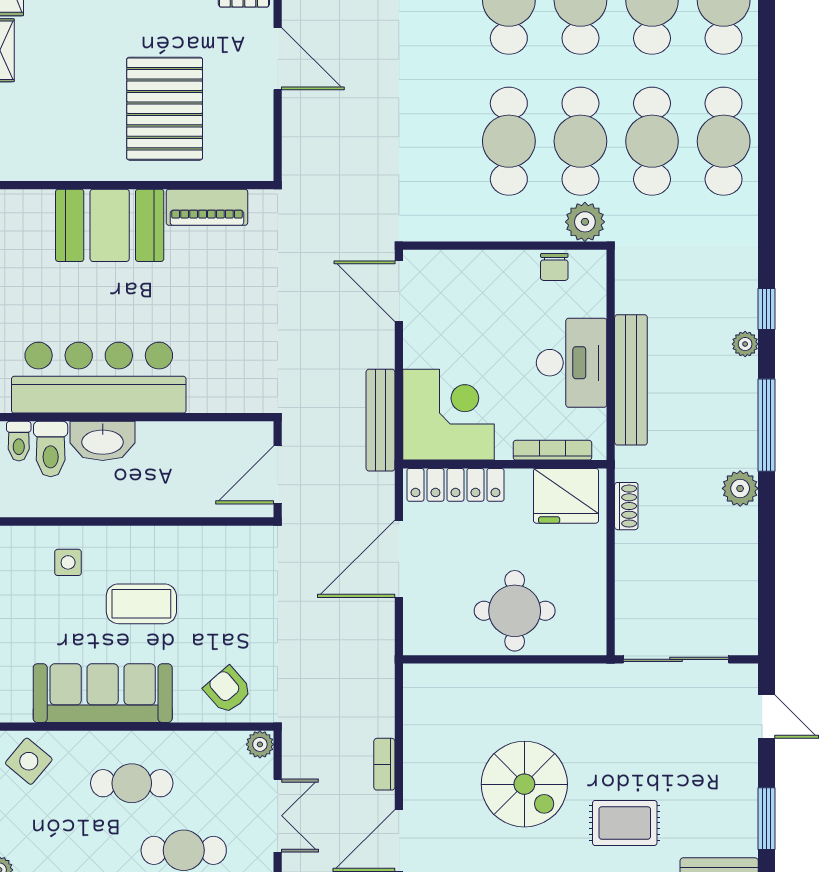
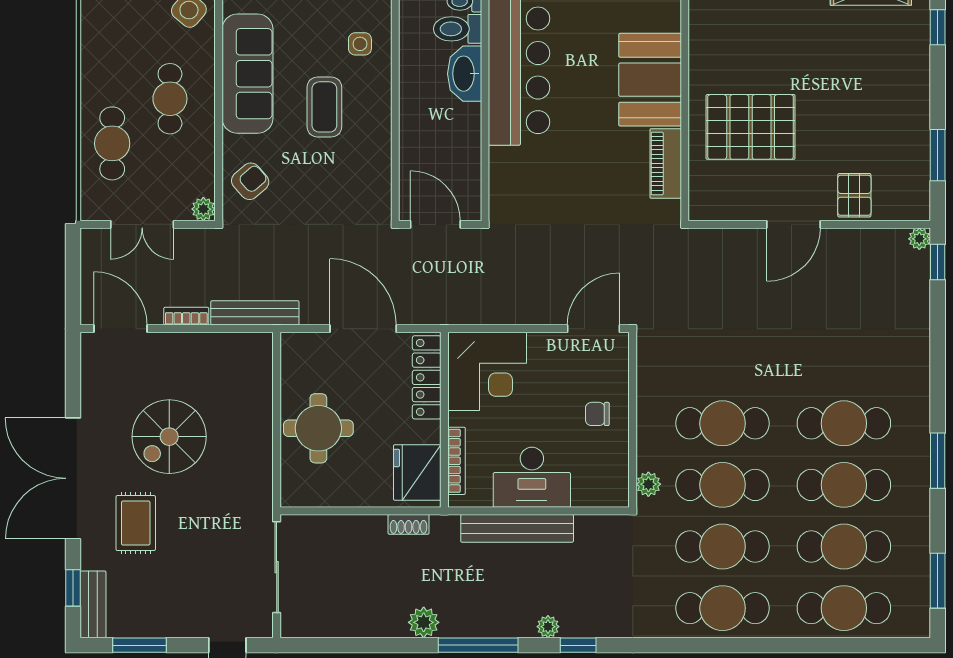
plant: (585, 222) -> (648, 484), width x0.73, depth x0.73
chair: (554, 267) -> (597, 414), moved
bench: (380, 420) -> (255, 313), moved

